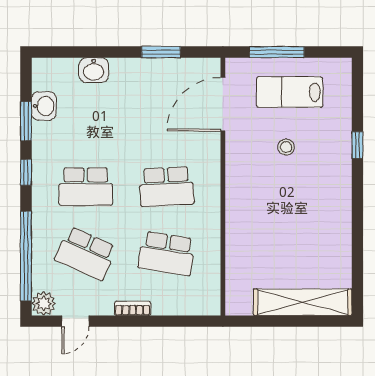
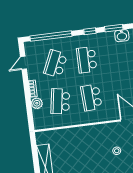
plant: (44, 304) -> (37, 103), moved
door: (76, 321) -> (23, 63), hinge flipped

